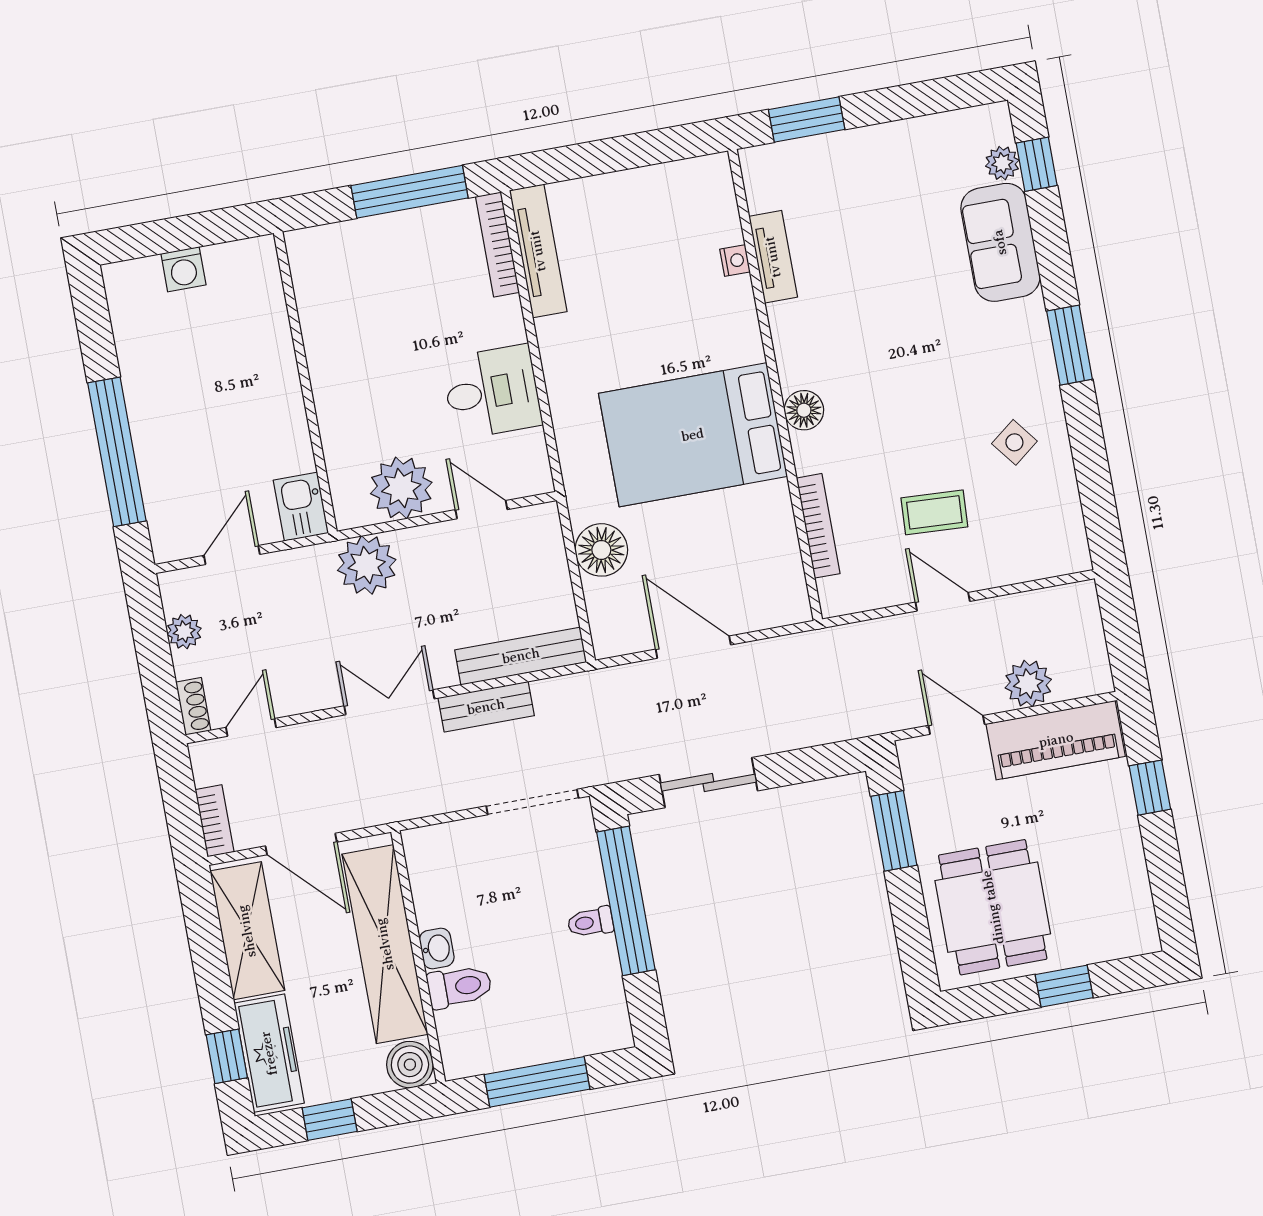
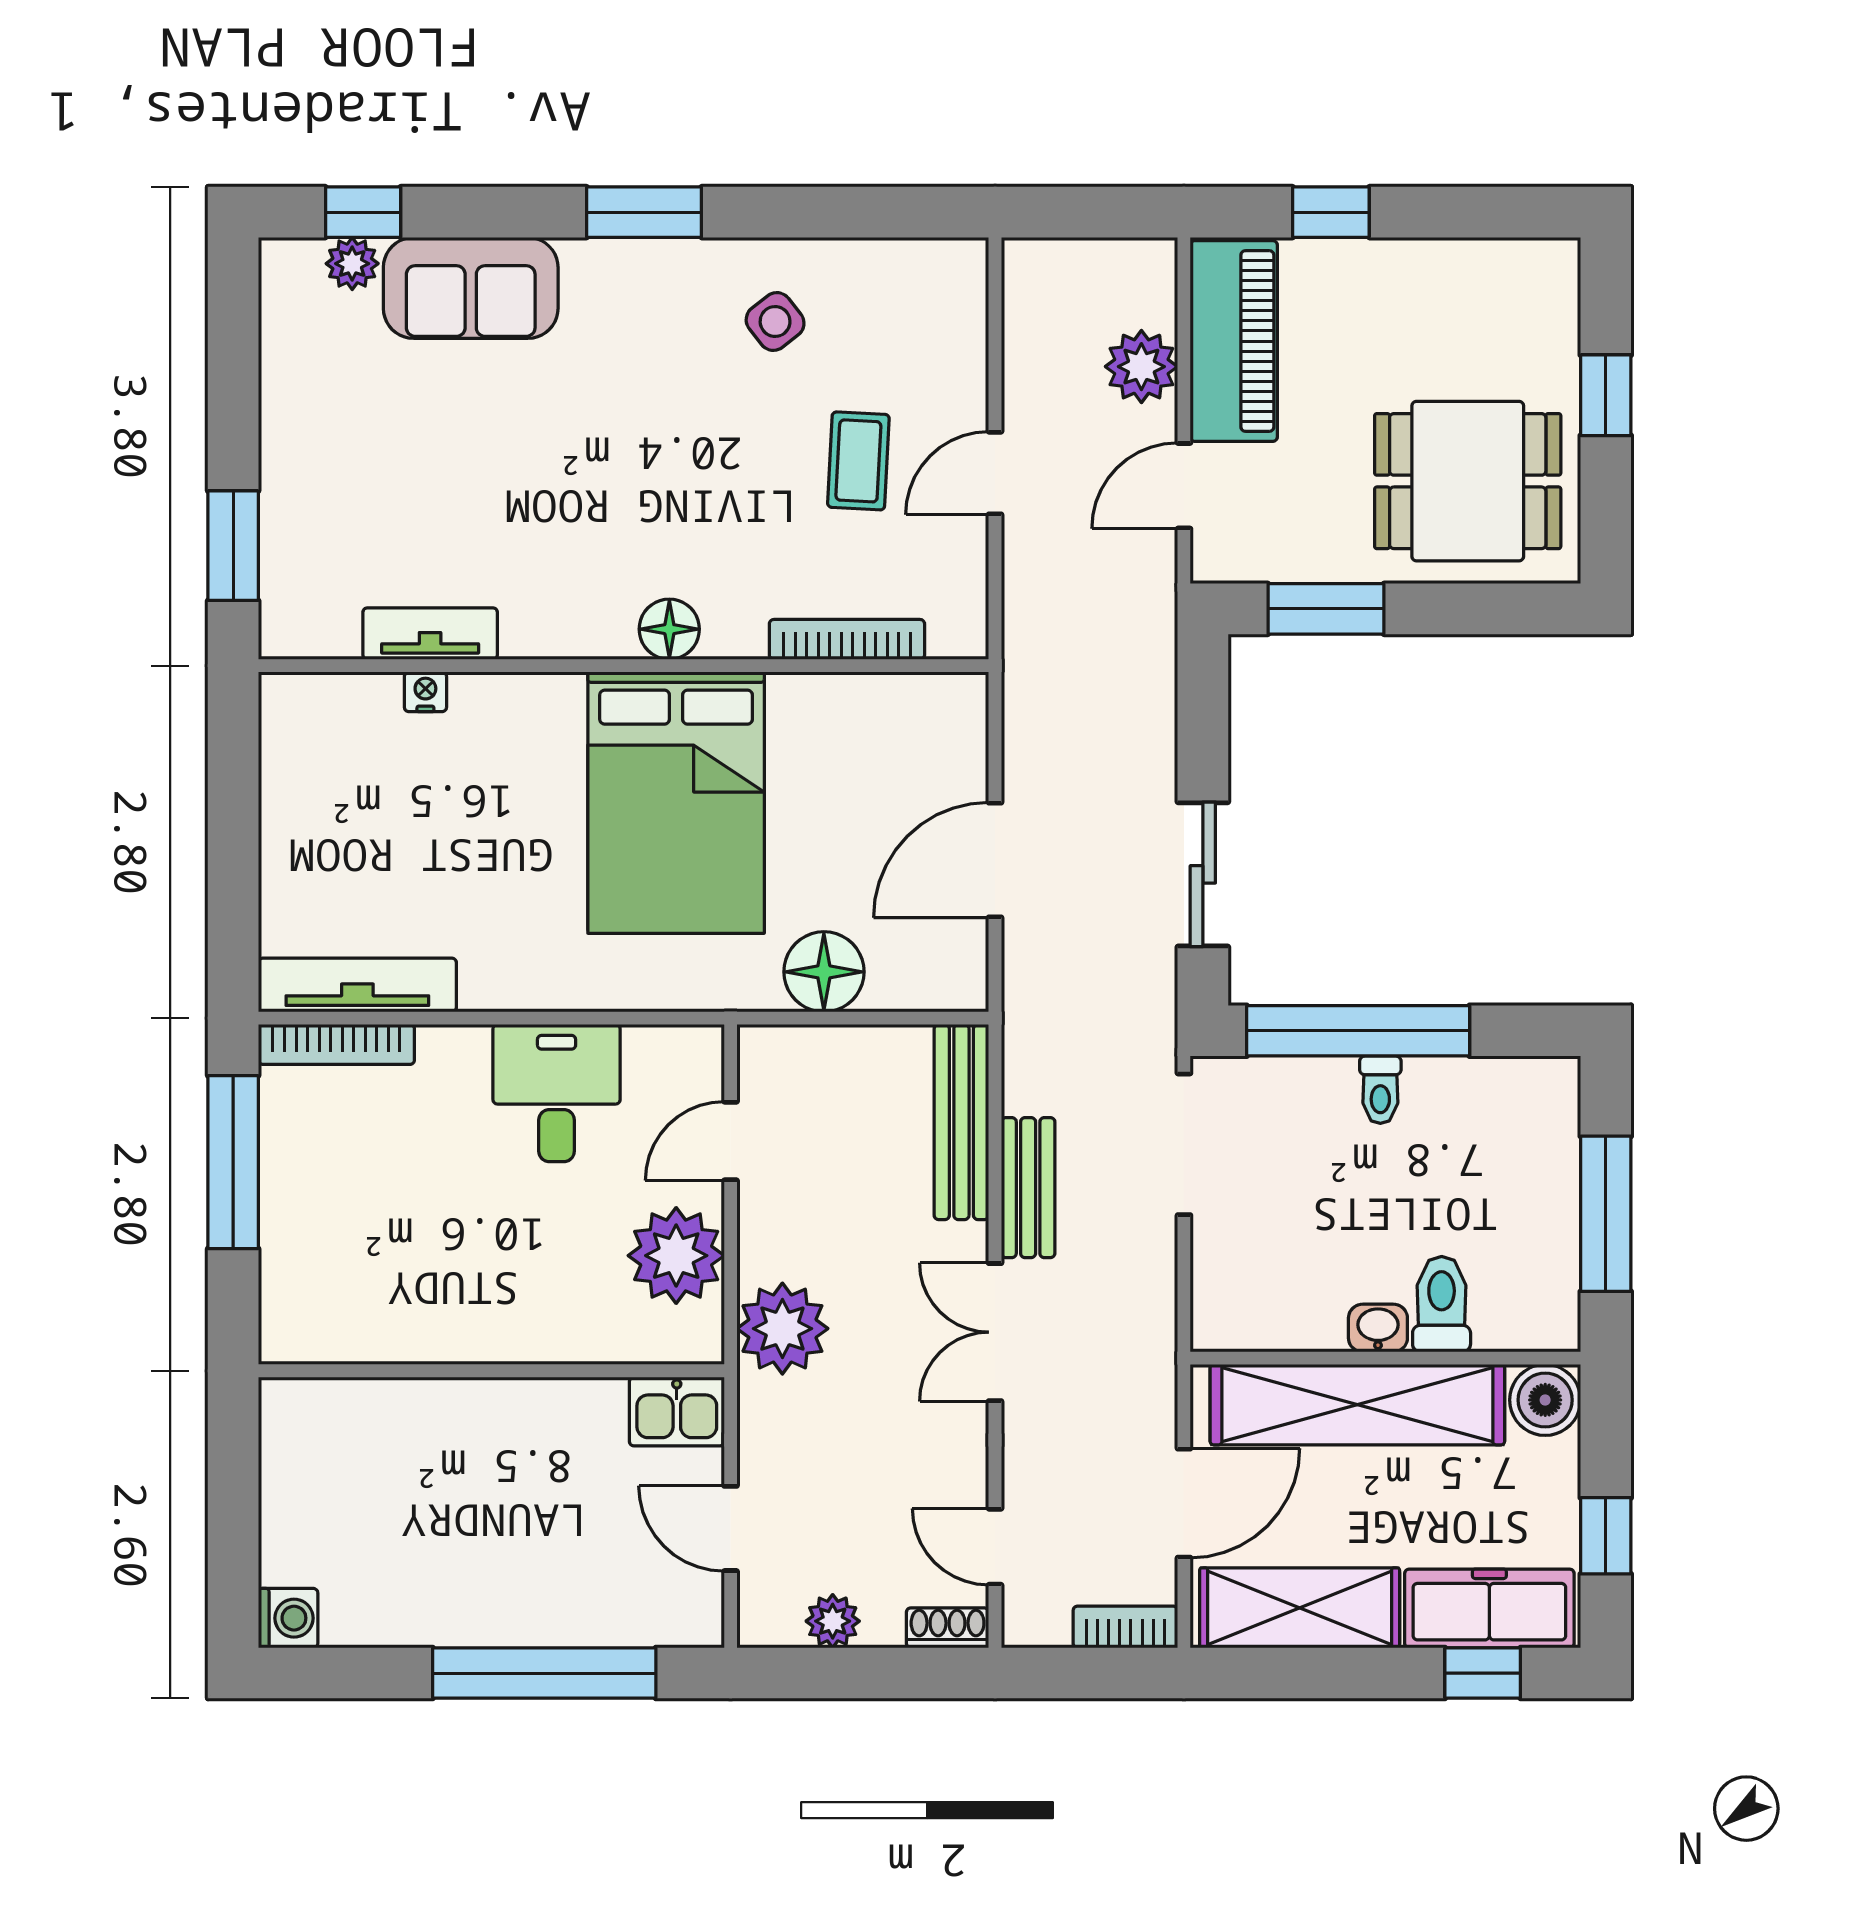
washing machine: (183, 269) -> (288, 1618), moved

